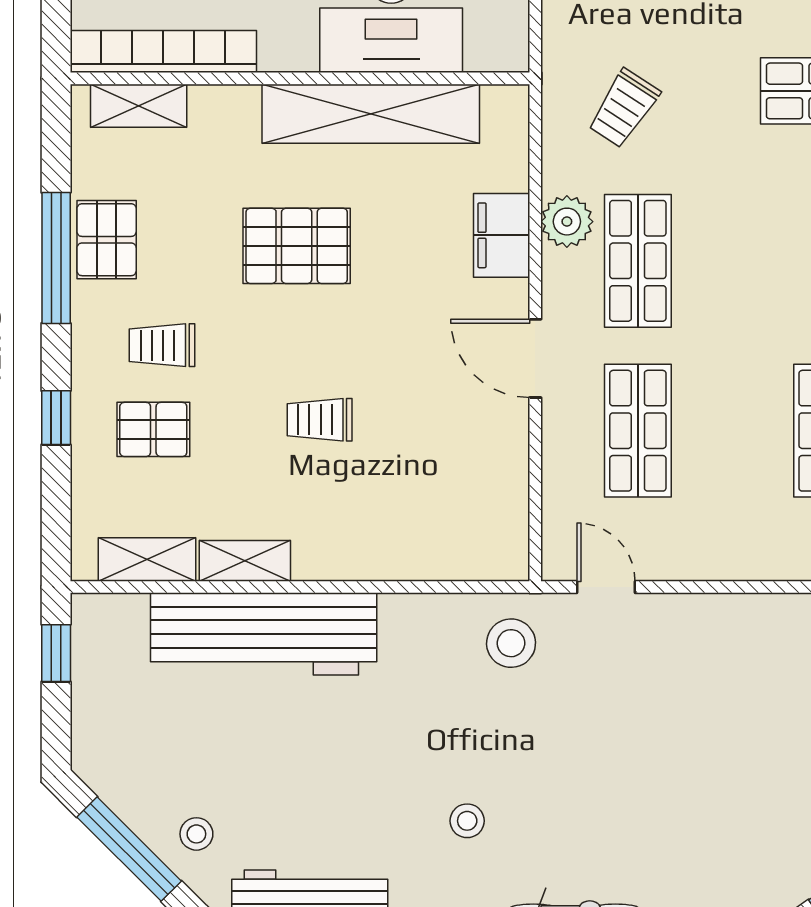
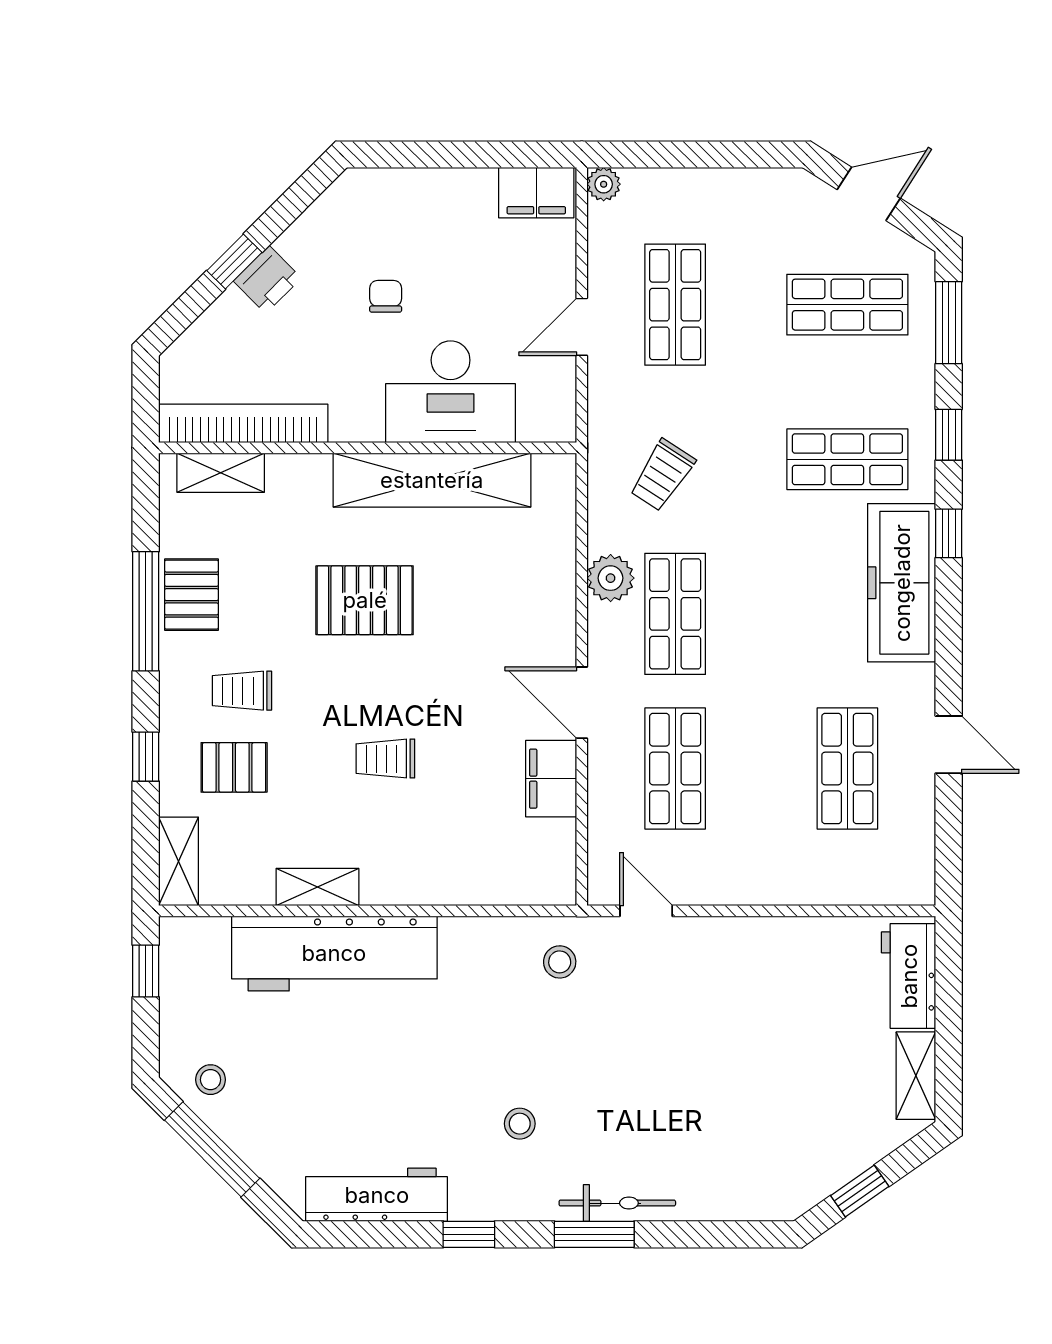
filing cabinet: (502, 235) -> (551, 779), moved
shelving: (147, 559) -> (178, 861), moved, turned 90
stool: (511, 643) -> (560, 962), width x0.73, depth x0.73
stool: (196, 834) -> (211, 1080), moved

